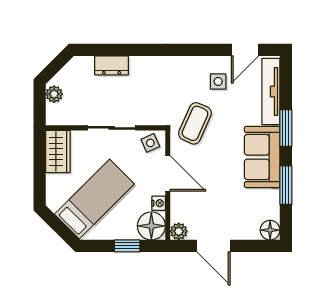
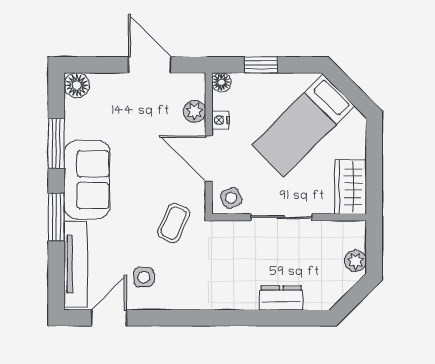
coffee table: (195, 123) -> (174, 223), width x0.73, depth x0.77
floor lamp: (151, 226) -> (221, 82), width x0.53, depth x0.53
plant: (179, 231) -> (195, 111), moved

